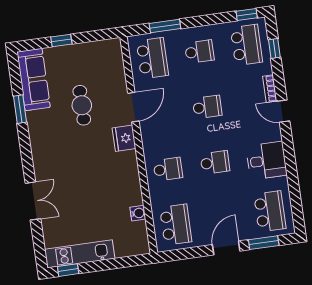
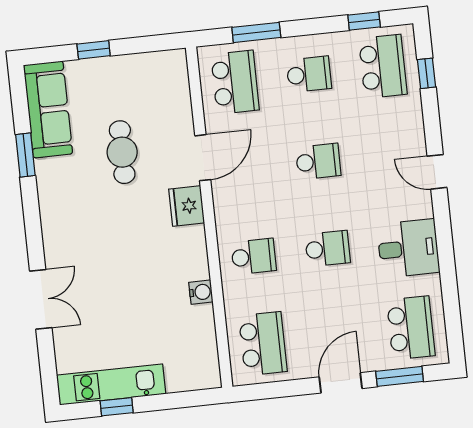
window: (247, 15) -> (364, 21), moved
bookcase: (270, 89) -> (417, 136), removed
water cooler: (138, 213) -> (201, 292), moved
window: (68, 270) -> (117, 407), moved

